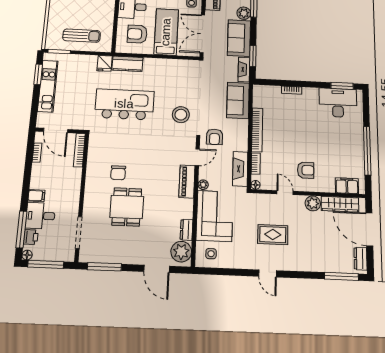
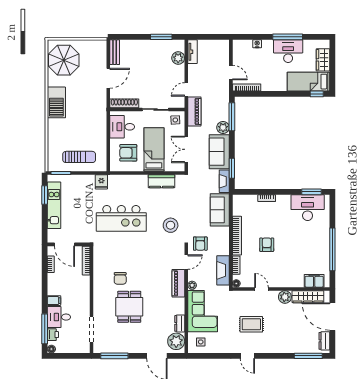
double door: (202, 34) -> (186, 149), width x0.73
kitchen counter: (127, 64) -> (162, 181), moved
kitchen island: (124, 104) -> (121, 218), turned 180
armchair: (306, 170) -> (267, 245), moved, turned -90
window: (46, 264) -> (67, 356), removed

